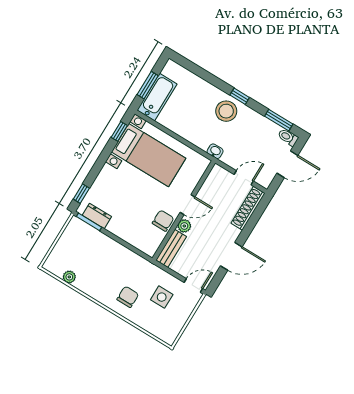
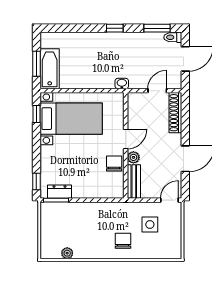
stool: (226, 111) -> (111, 46), removed

